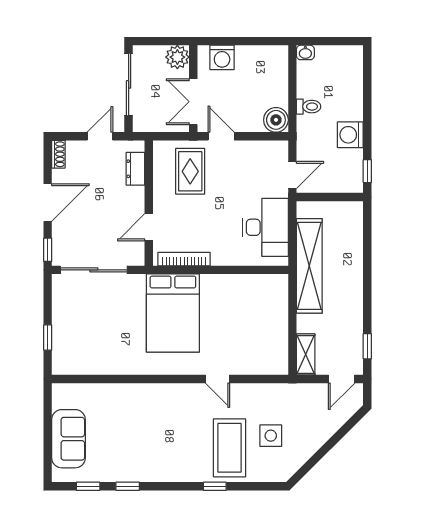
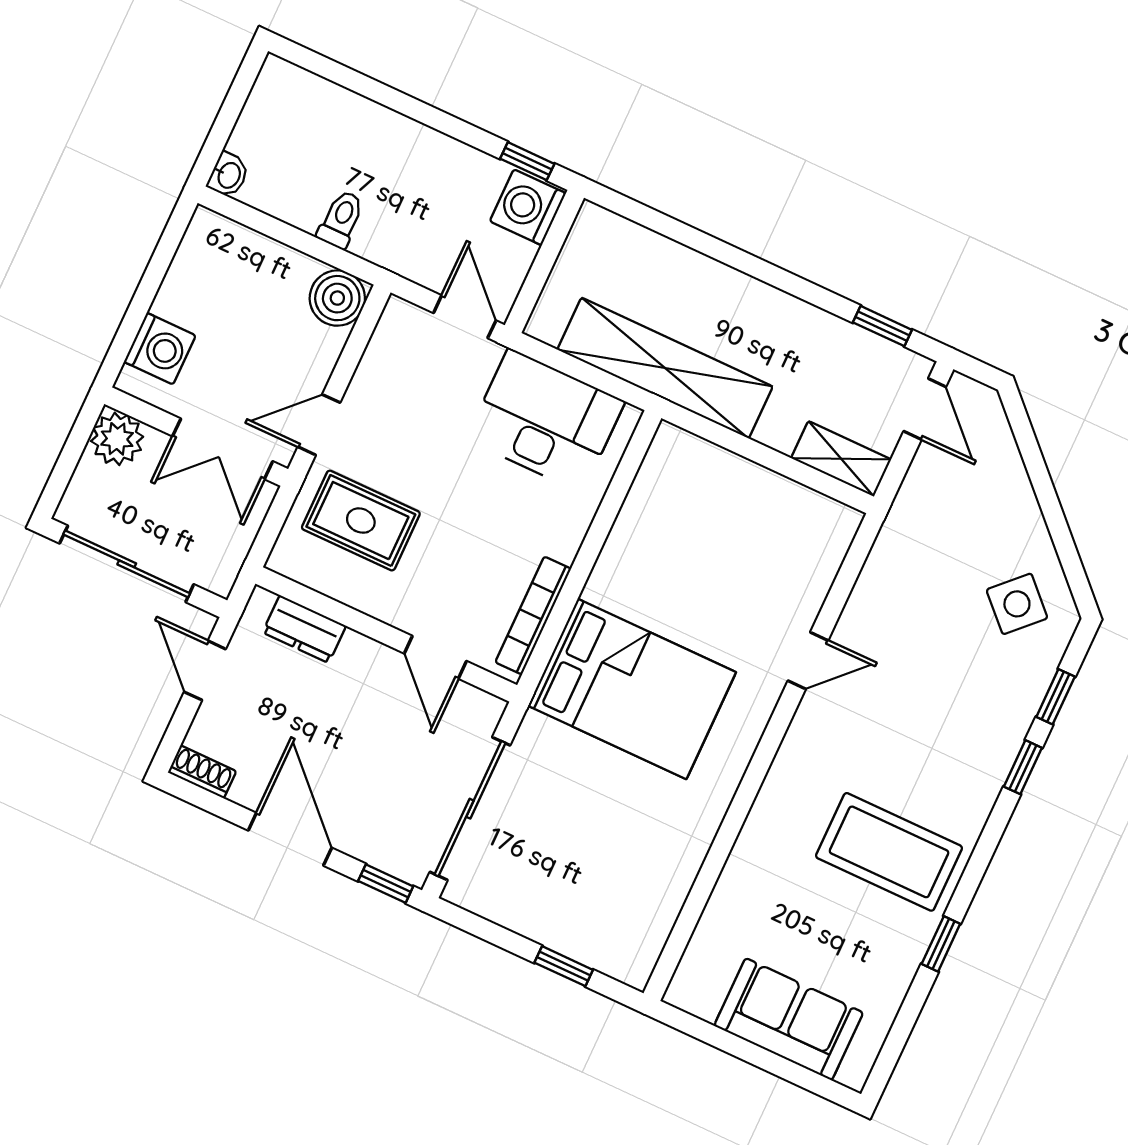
washing machine: (350, 135) -> (528, 207), moved, turned 90
side table: (271, 436) -> (1017, 604), moved, turned 45
coffee table: (230, 448) -> (889, 852), moved
window: (88, 486) -> (1056, 697), moved

